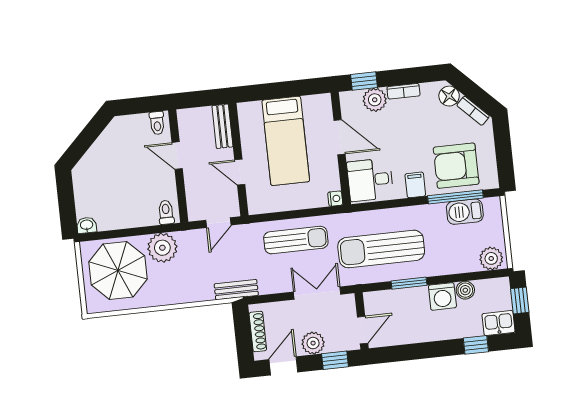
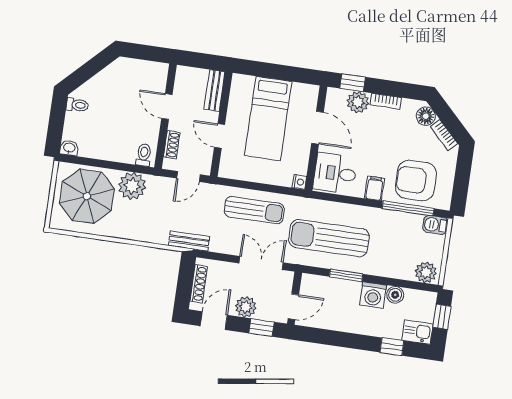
toilet: (157, 123) -> (77, 105), moved, turned -90
shoe rack: (192, 194) -> (172, 145), added
barbecue: (465, 212) -> (435, 225), moved, width x0.73, depth x0.79

